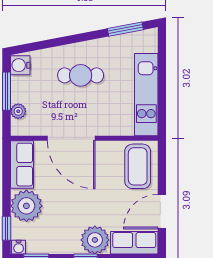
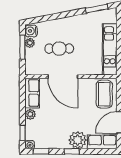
cafe table: (81, 75) -> (59, 49), moved
plant: (18, 111) -> (30, 43), moved
plant: (26, 206) -> (30, 114), width x0.53, depth x0.53

